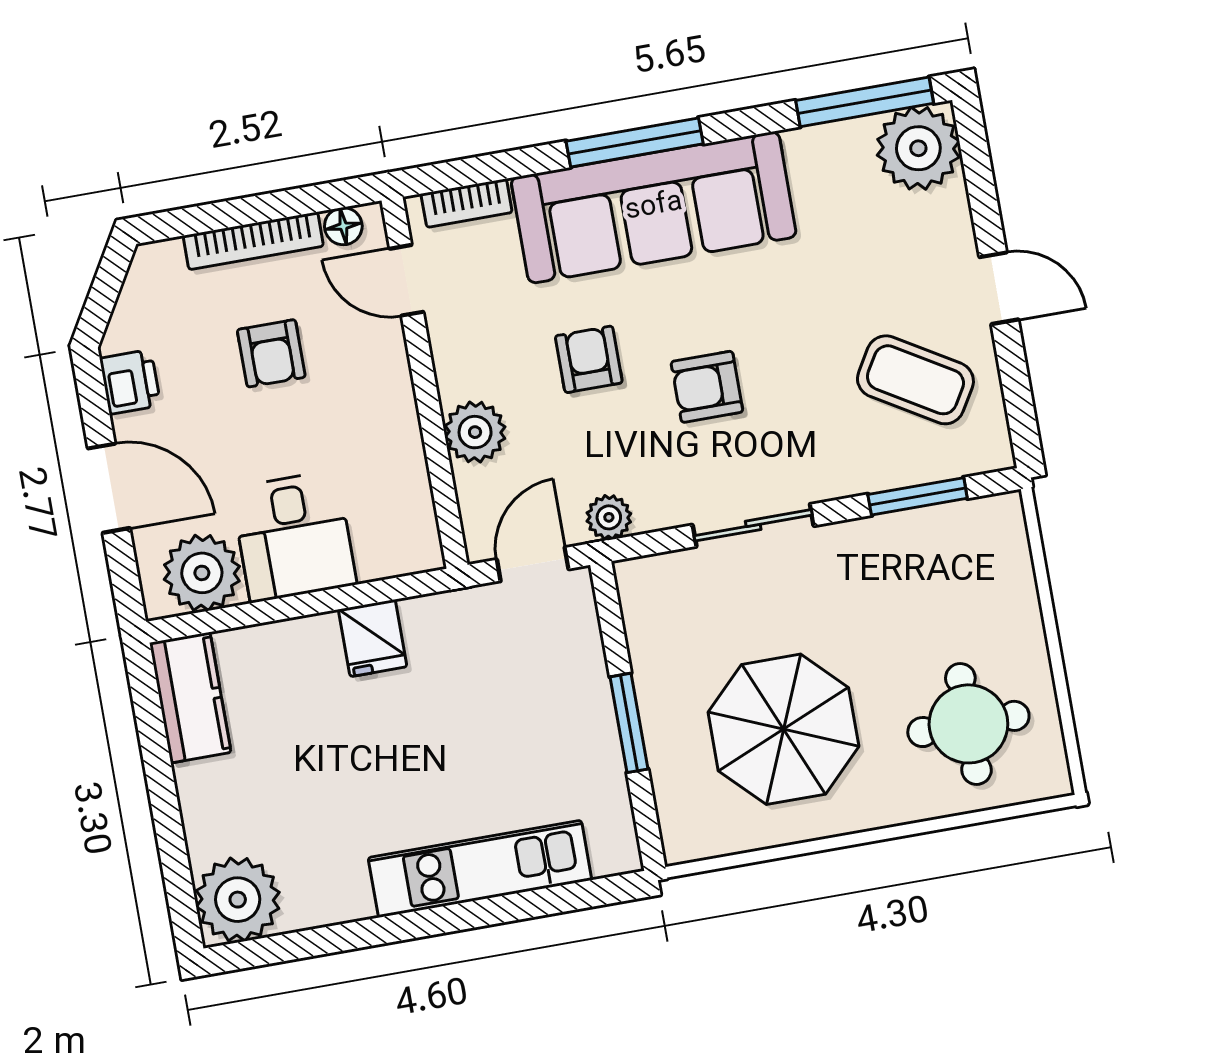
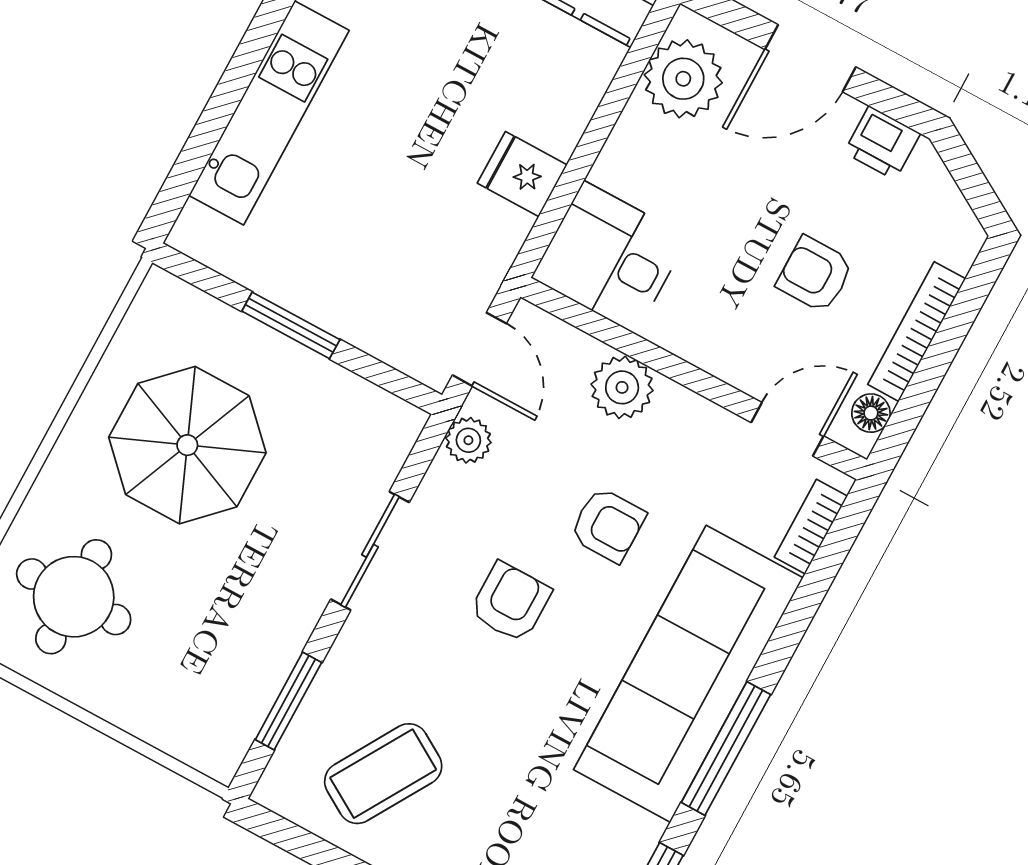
window: (635, 142) -> (726, 748), moved
desk: (294, 536) -> (610, 257), moved

